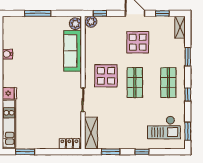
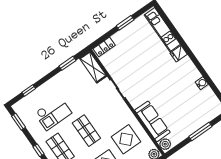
display table: (106, 76) -> (126, 139), moved
checkout: (164, 127) -> (53, 113), moved, turned 180
window: (25, 152) -> (125, 23), moved
window: (142, 152) -> (29, 90), moved

